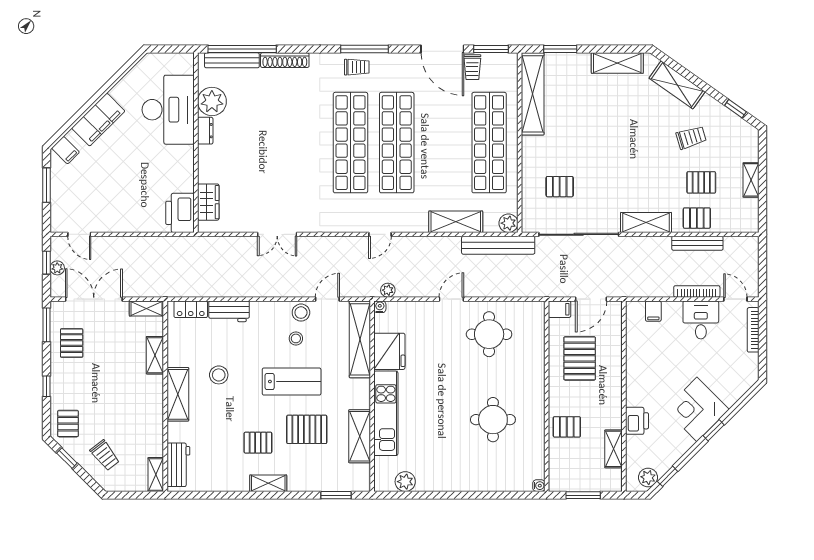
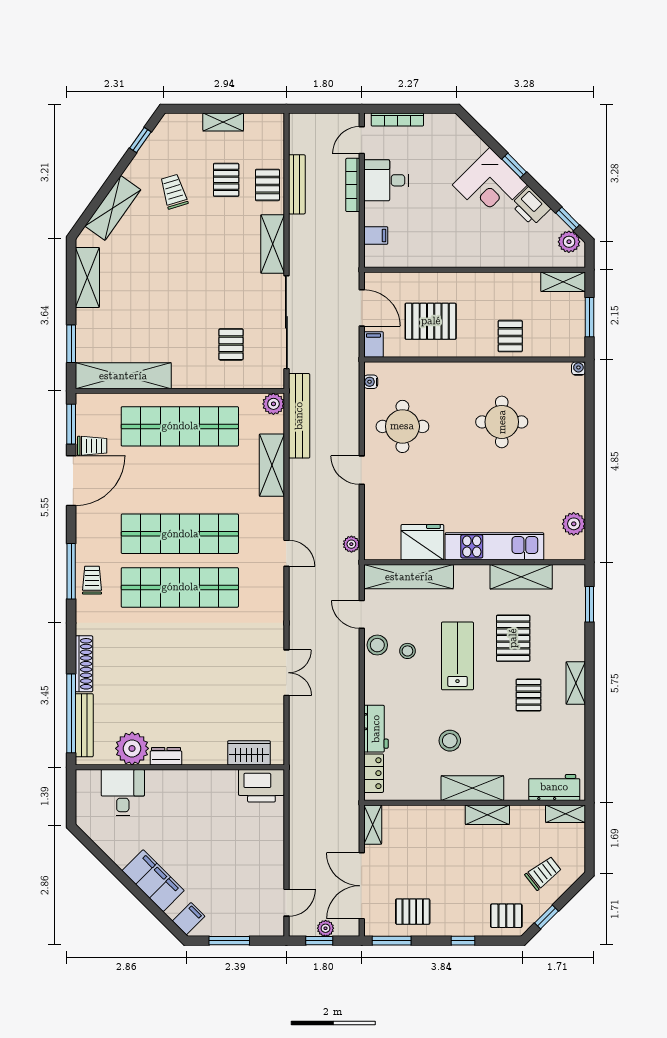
desk: (168, 110) -> (123, 792), width x0.53, depth x0.77
water cooler: (380, 307) -> (371, 382), moved
shelving: (155, 355) -> (487, 815), moved
printer: (637, 421) -> (531, 206), moved, turned -135
shelving: (614, 449) -> (563, 282), moved

